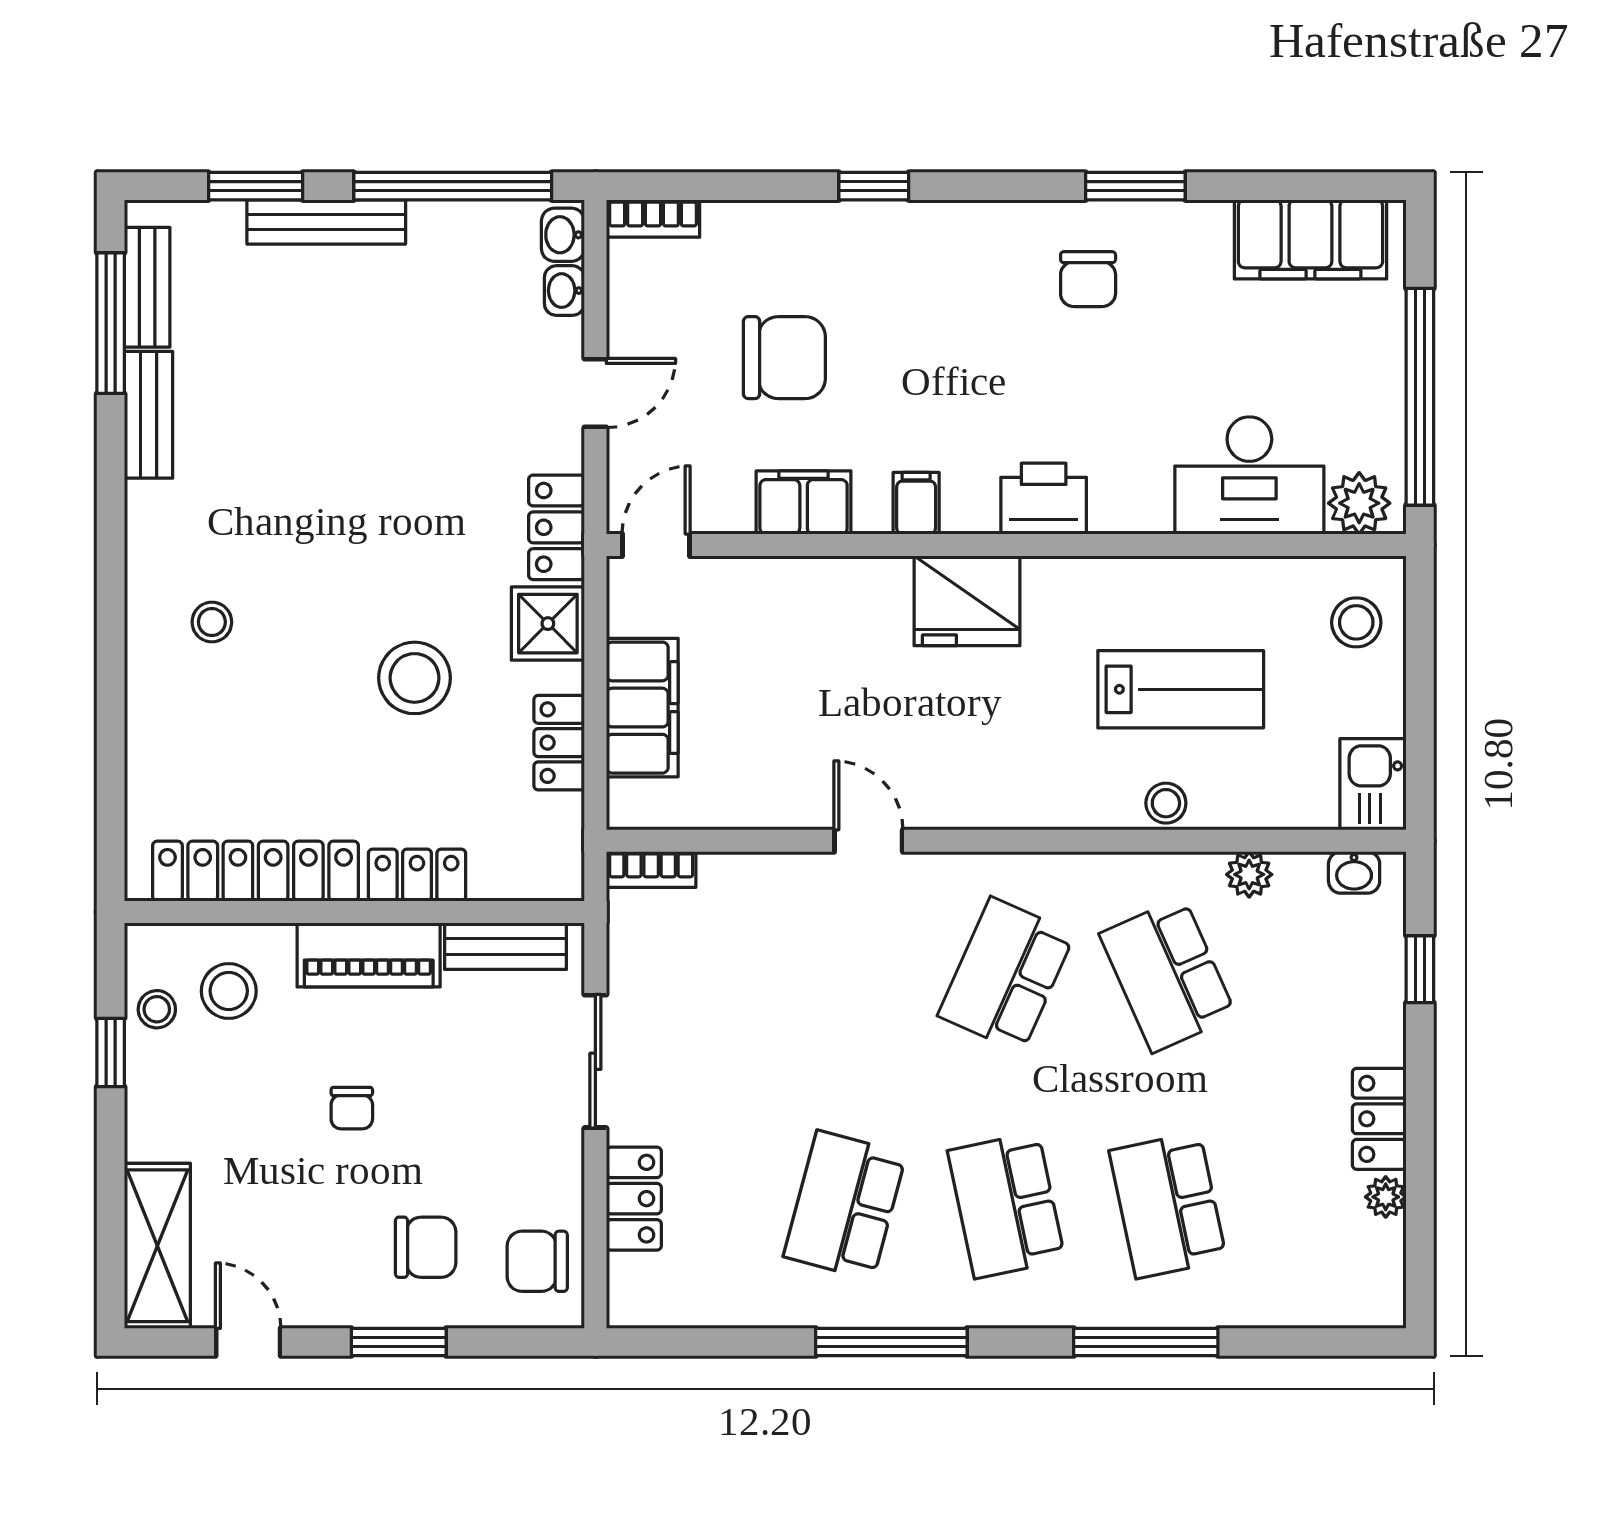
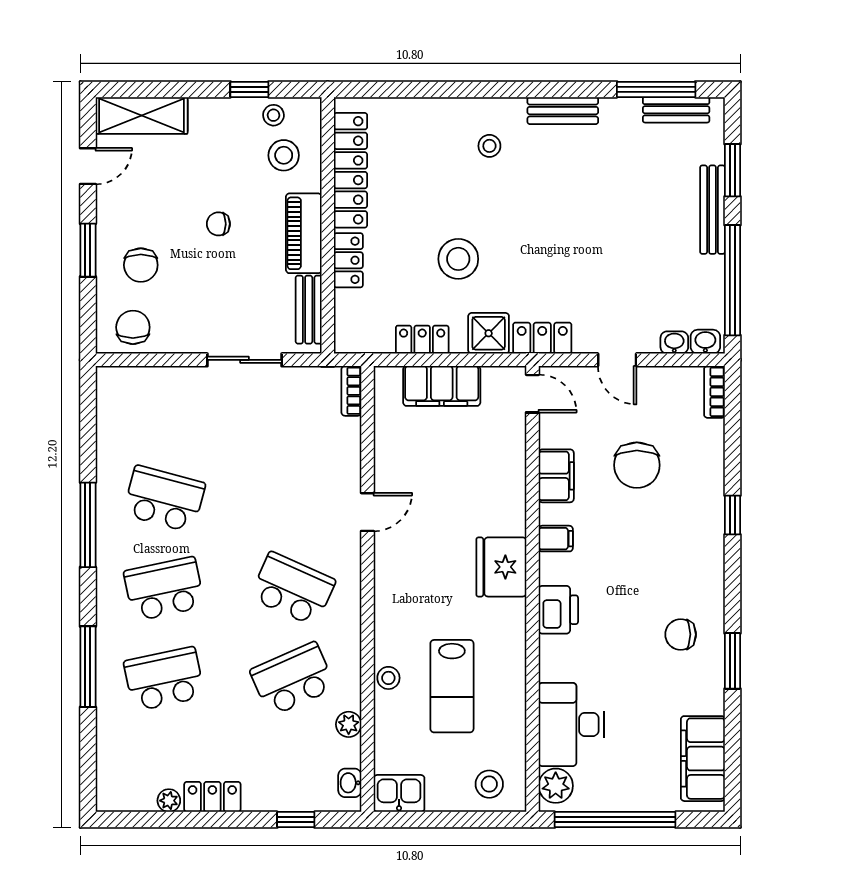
bench: (148, 415) -> (563, 111), moved
locker: (634, 1199) -> (168, 381), removed

